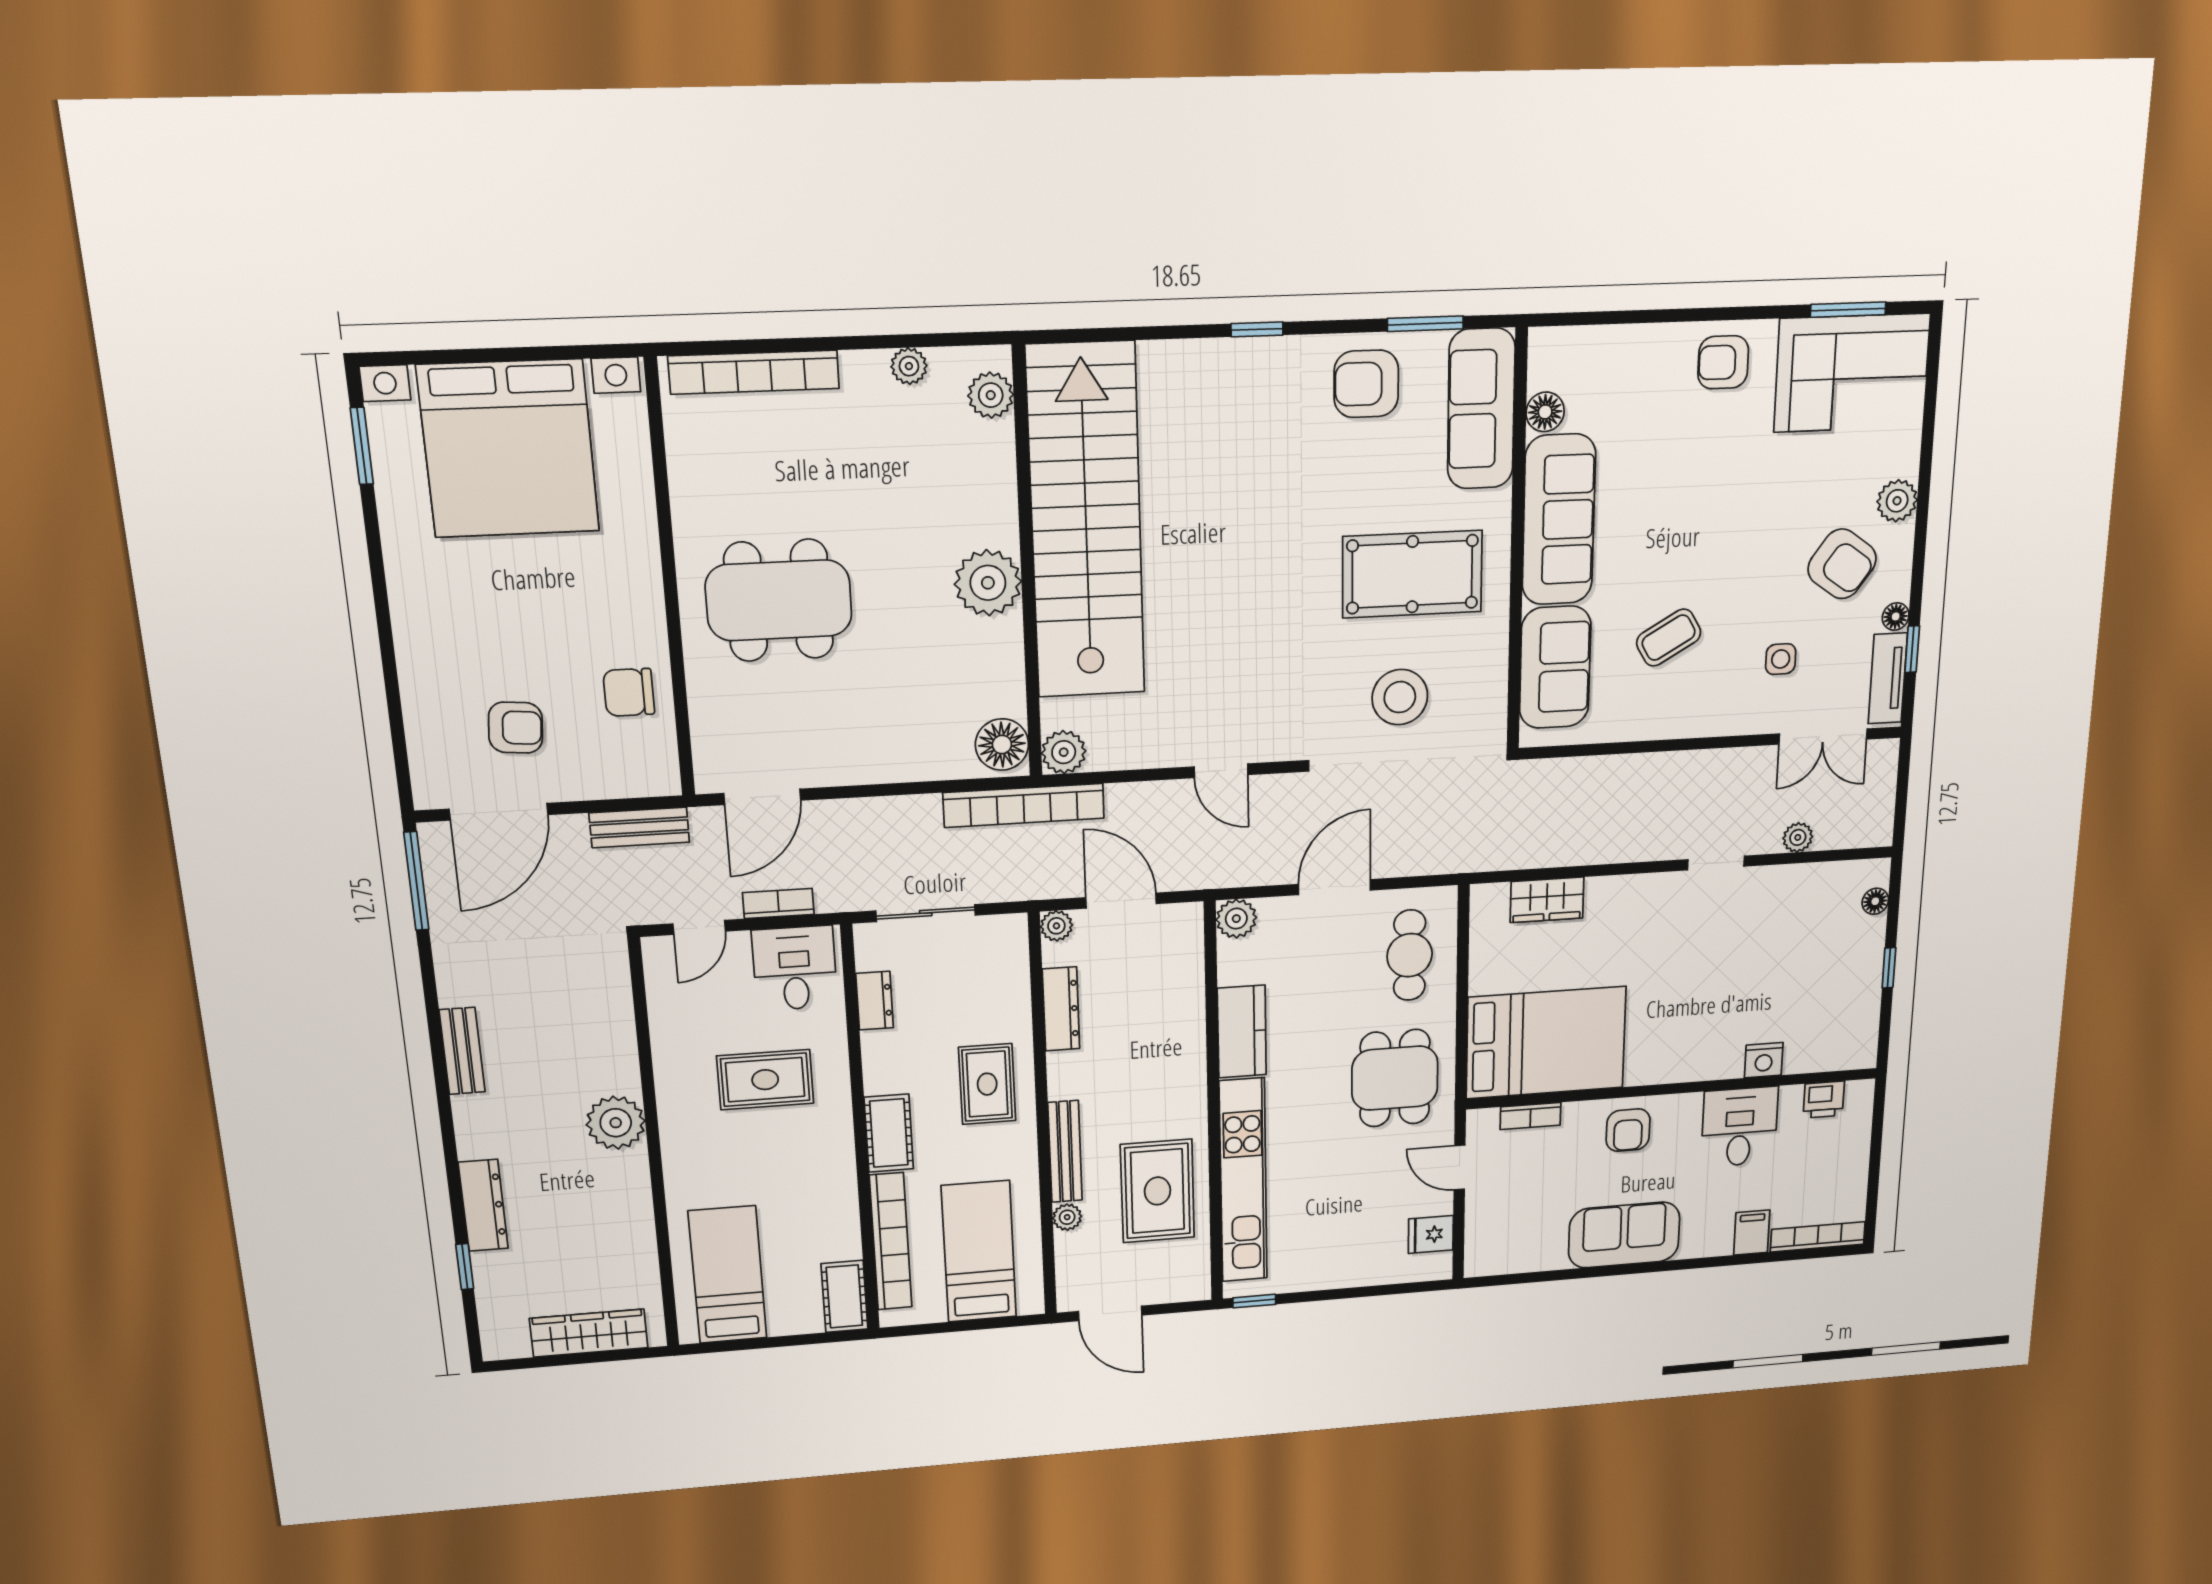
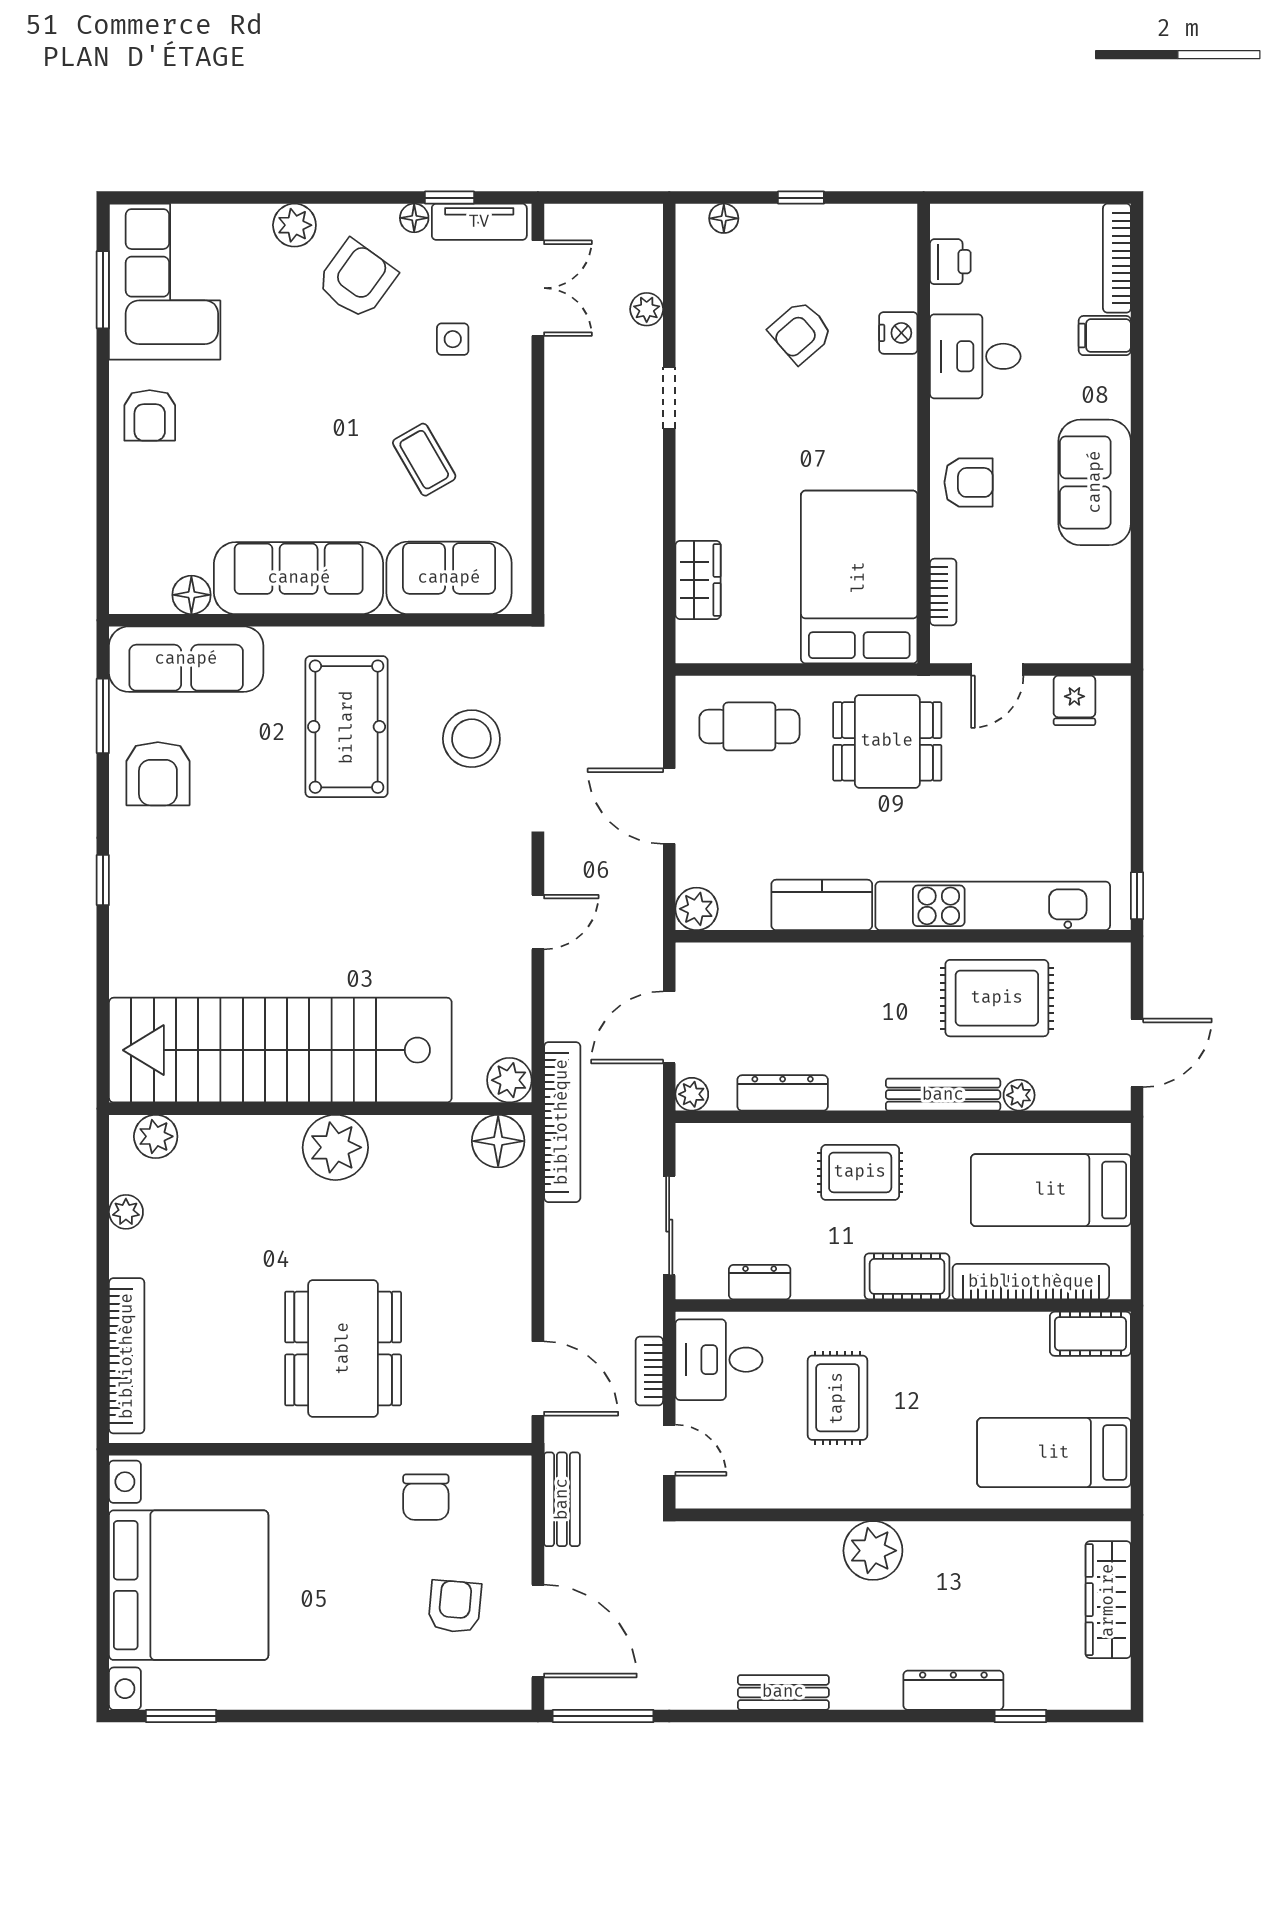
armchair: (1769, 976) -> (801, 332), added

